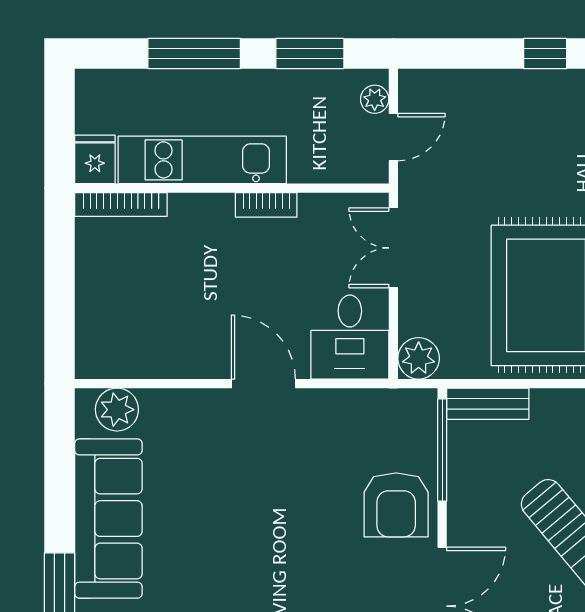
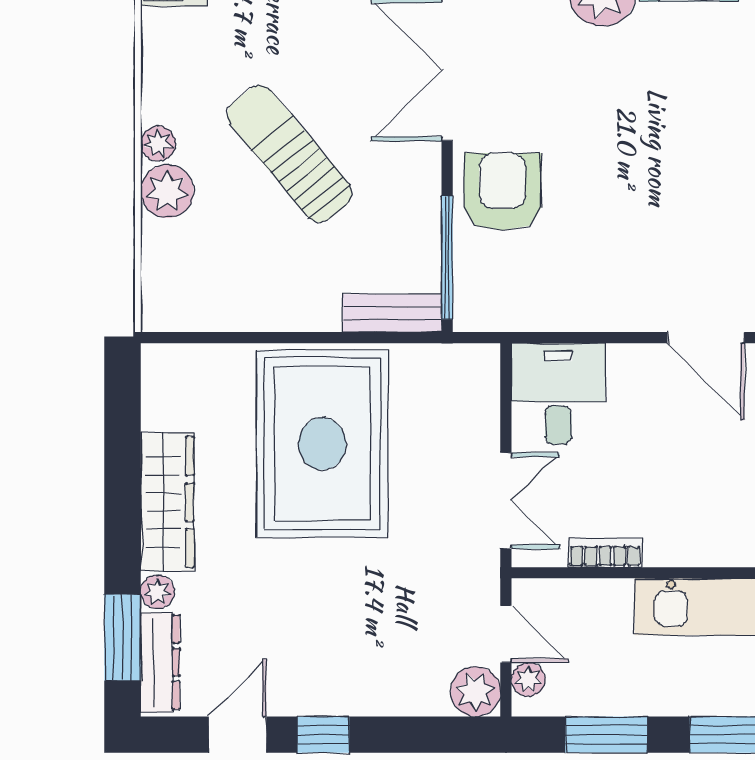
door: (393, 137) -> (506, 634), swing flipped
bookcase: (266, 205) -> (605, 553), moved
plant: (419, 358) -> (476, 692), moved
door: (263, 384) -> (706, 338), moved

